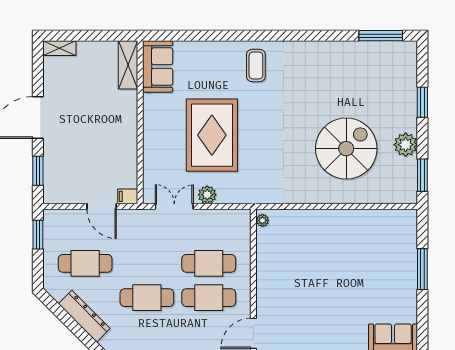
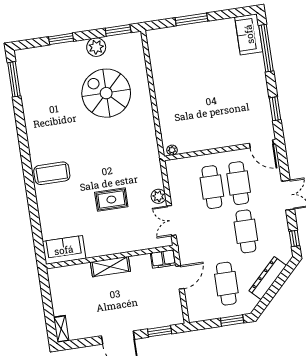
shelving: (128, 65) -> (110, 267), moved
coffee table: (256, 65) -> (52, 173), width x1.36, depth x1.32
rug: (212, 135) -> (111, 200), width x0.54, depth x0.49
filing cabinet: (128, 196) -> (163, 259), width x2.00
window: (38, 235) -> (232, 321), moved

